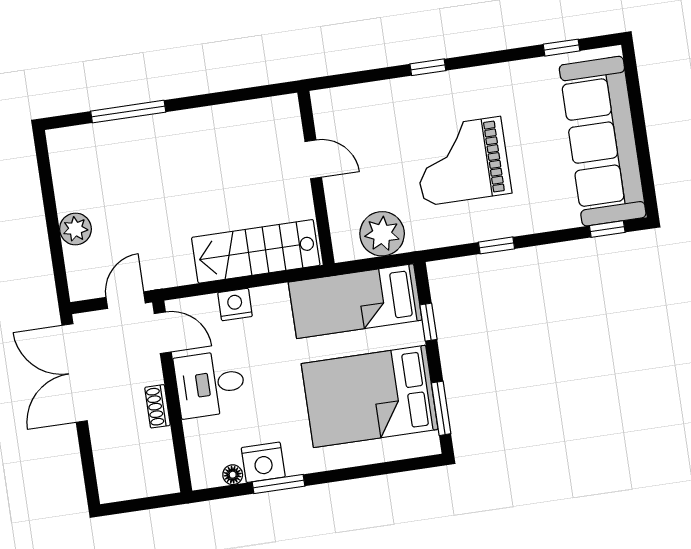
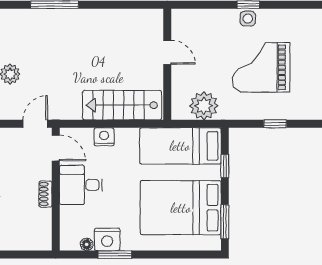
side table: (430, 89) -> (248, 19), added

